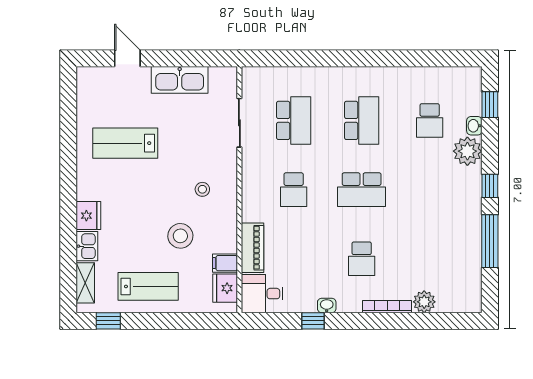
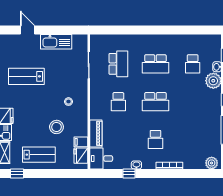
school desk: (362, 120) -> (155, 64), turned 90
plant: (424, 302) -> (212, 163), moved

